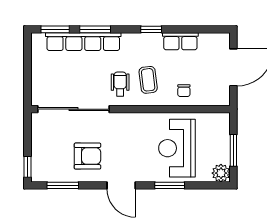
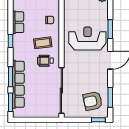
reception desk: (177, 148) -> (87, 39), moved, turned 180
armchair: (87, 156) -> (93, 101), moved, turned -102

